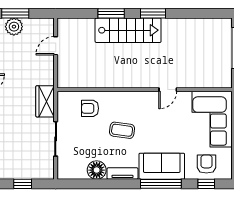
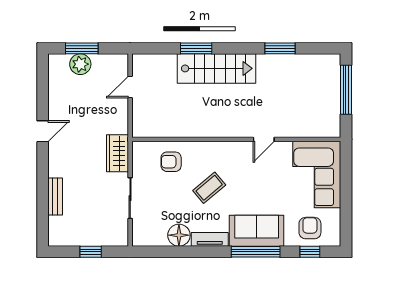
window: (153, 13) -> (280, 48), moved
coffee table: (122, 130) -> (209, 188), turned -48

